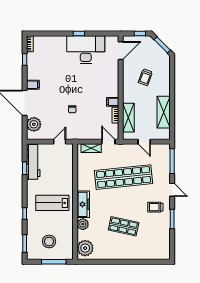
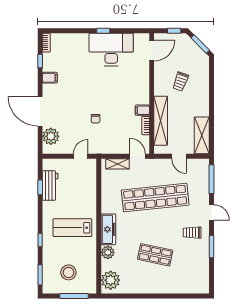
filing cabinet: (33, 85) -> (50, 78), moved
shelving: (164, 112) -> (202, 135), moved
shelving: (128, 118) -> (161, 121), width x1.47
workbench: (33, 162) -> (50, 186), width x0.73

